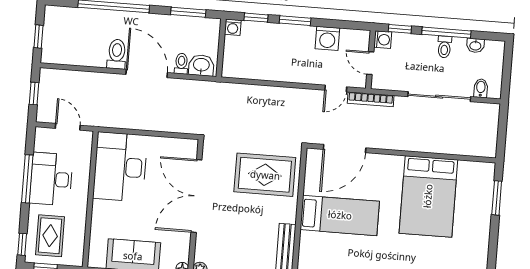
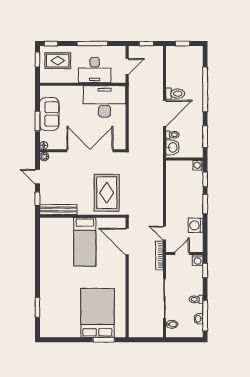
window: (446, 33) -> (205, 316), moved
desk: (51, 179) -> (95, 70), moved, turned 180
bed: (428, 196) -> (97, 313), moved, turned 90

